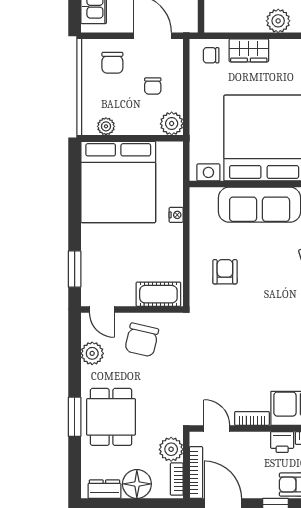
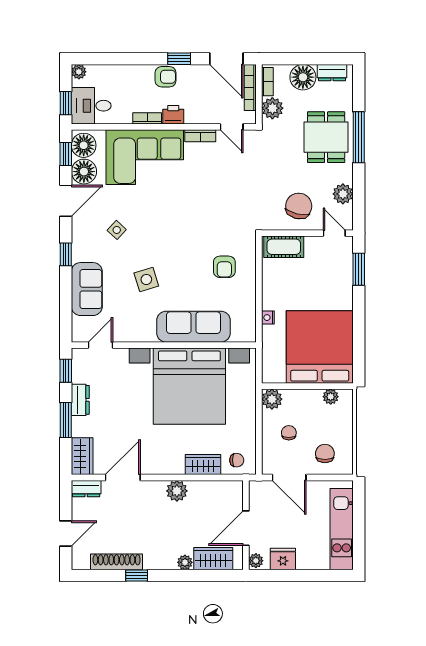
window: (75, 417) -> (359, 137), width x1.44

